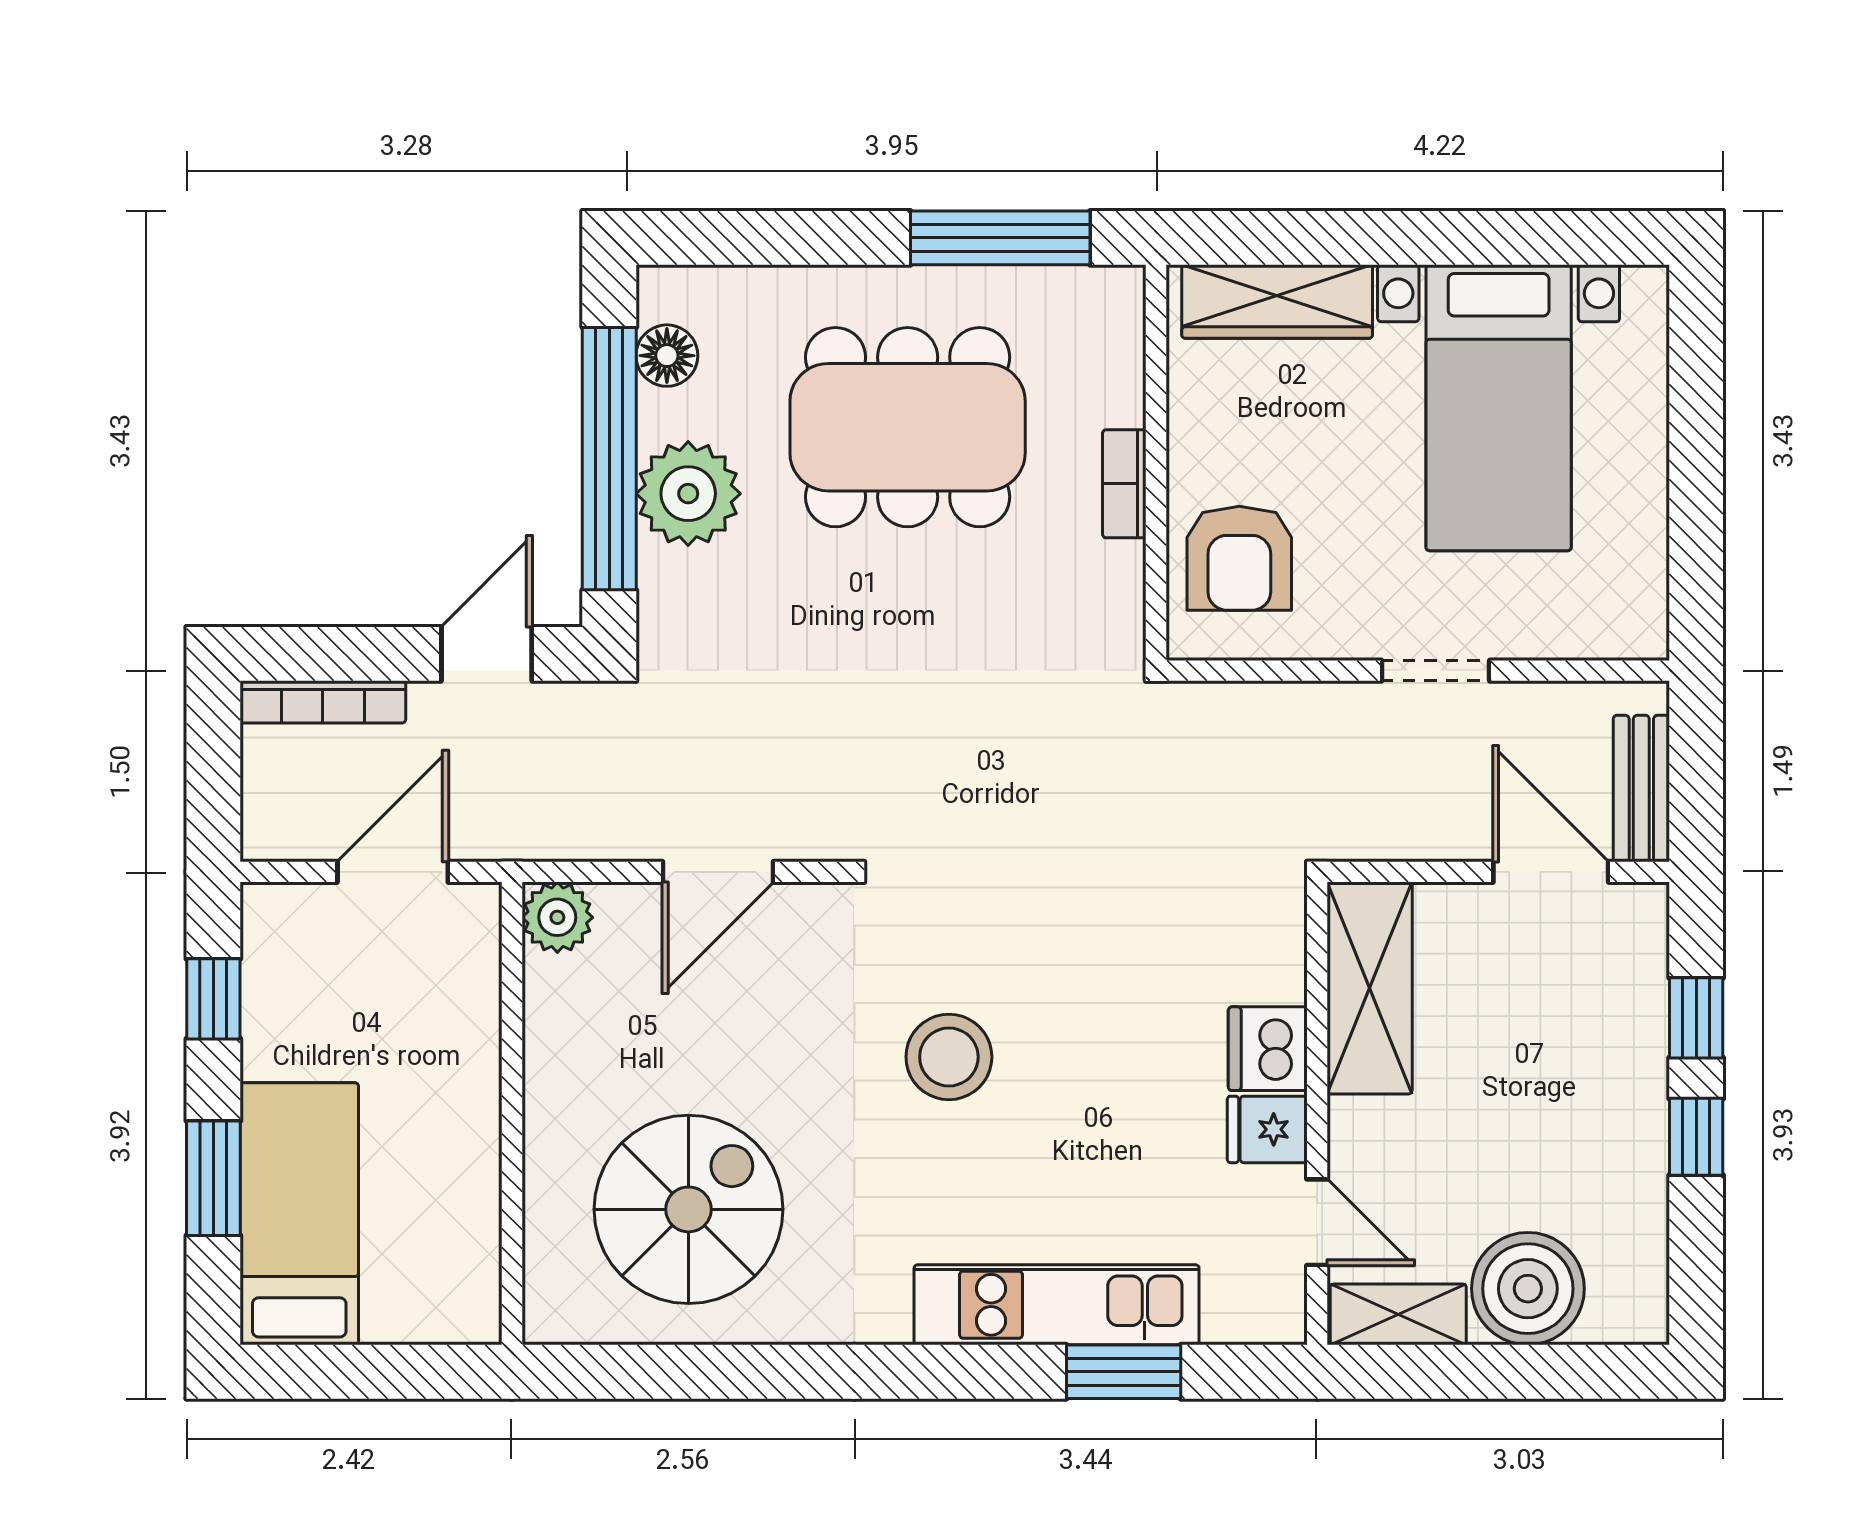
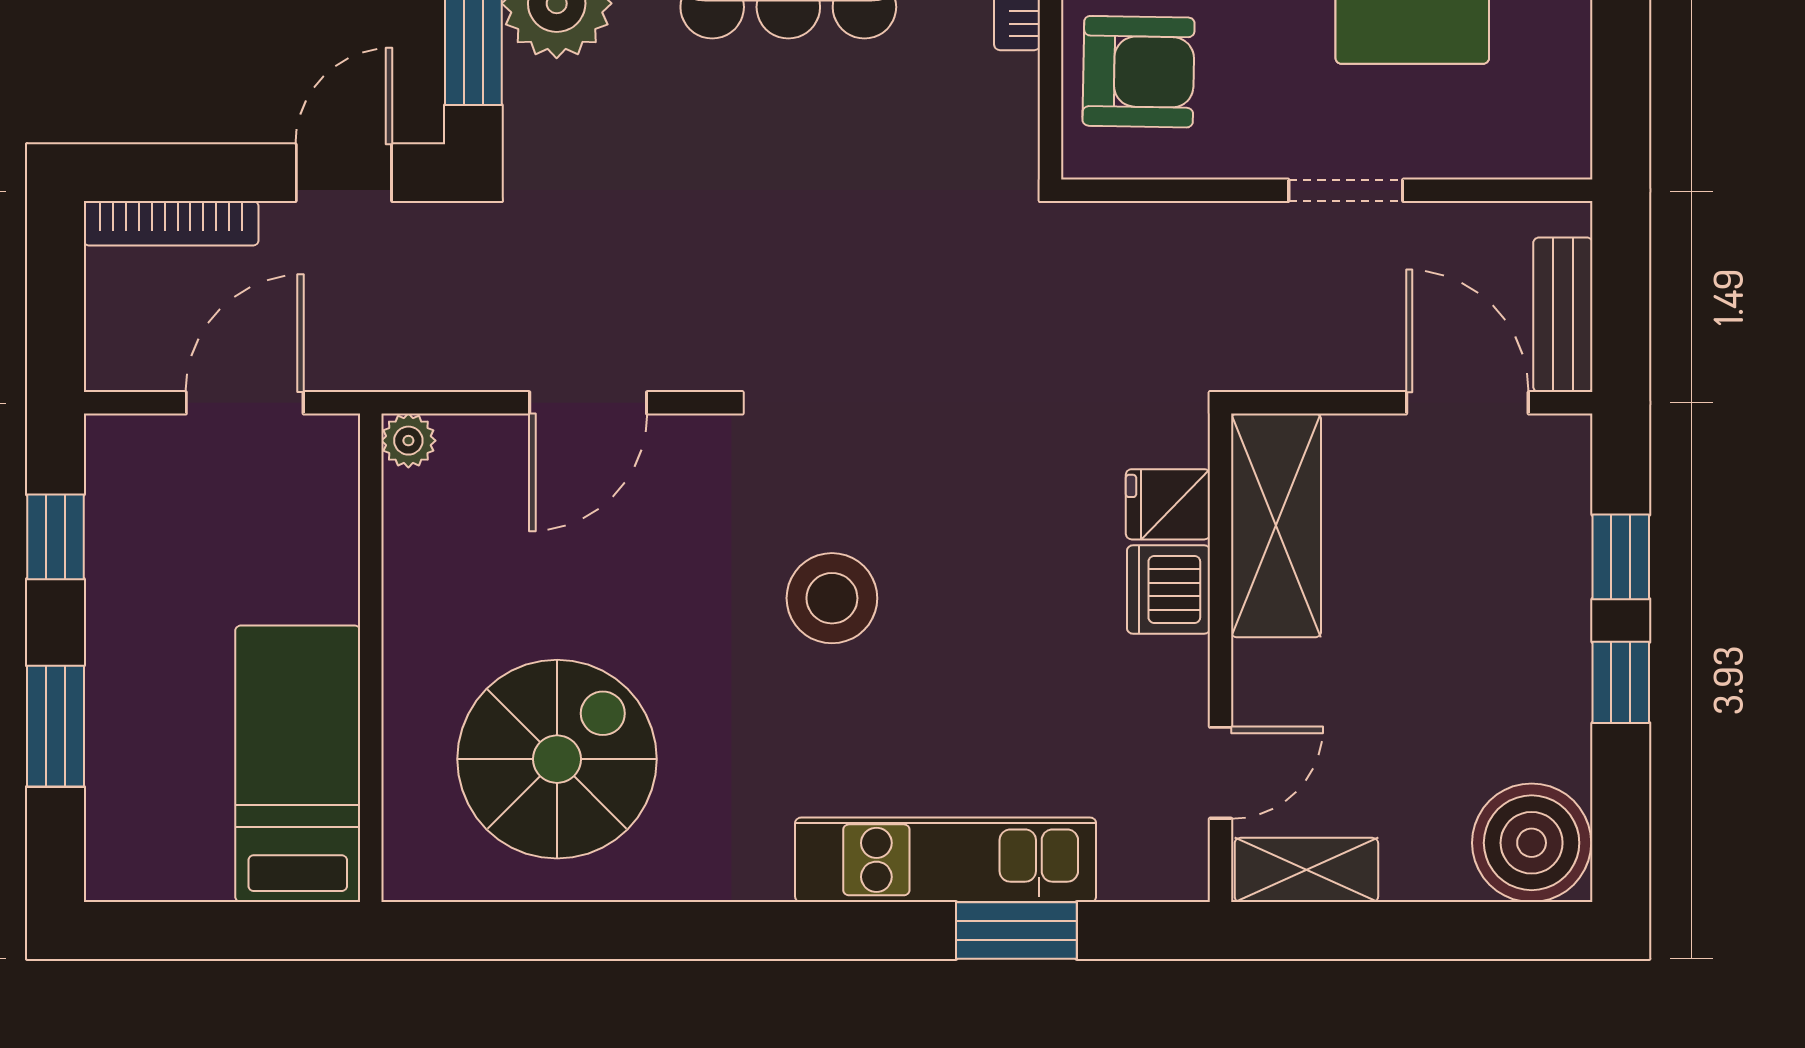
armchair: (1239, 558) -> (1139, 72), turned -89
plant: (557, 917) -> (408, 441), width x0.73, depth x0.73
fridge: (1267, 1129) -> (1168, 504), moved
bed: (299, 1214) -> (298, 764), moved
door: (1317, 1222) -> (1221, 773), hinge flipped
boiler: (1528, 1289) -> (1532, 843), moved

